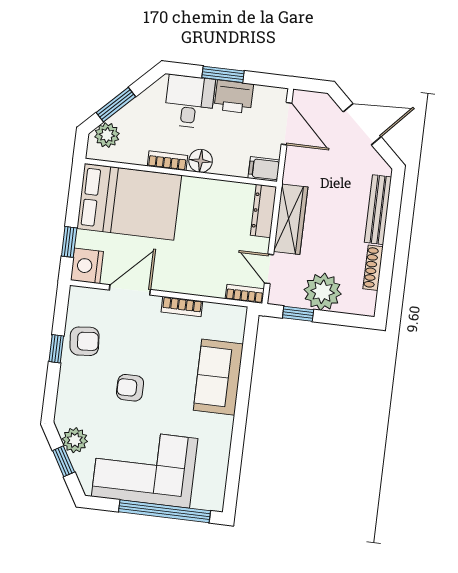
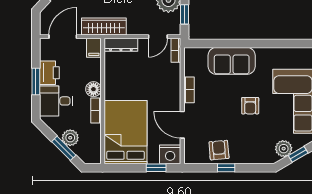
plant: (107, 135) -> (70, 138), moved
wardrobe: (291, 219) -> (104, 27), moved
armchair: (130, 388) -> (250, 106), moved

